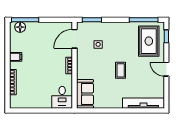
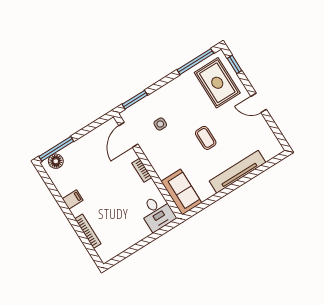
tv unit: (143, 103) -> (237, 172), moved

